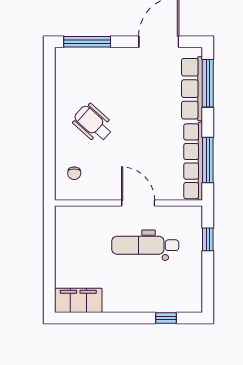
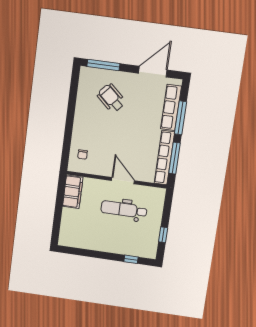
window: (208, 83) -> (181, 118), moved
wheelchair: (93, 123) -> (111, 98), moved
window: (208, 239) -> (163, 235), moved
filing cabinet: (78, 300) -> (73, 192), moved, turned 90

